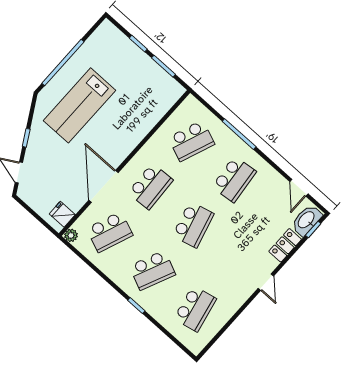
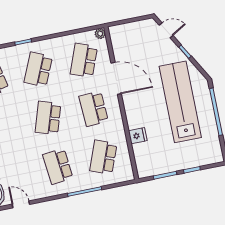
lab bench: (80, 105) -> (180, 102), width x1.36
fridge: (62, 214) -> (138, 136), moved
school desk: (193, 225) -> (48, 118), turned 33

